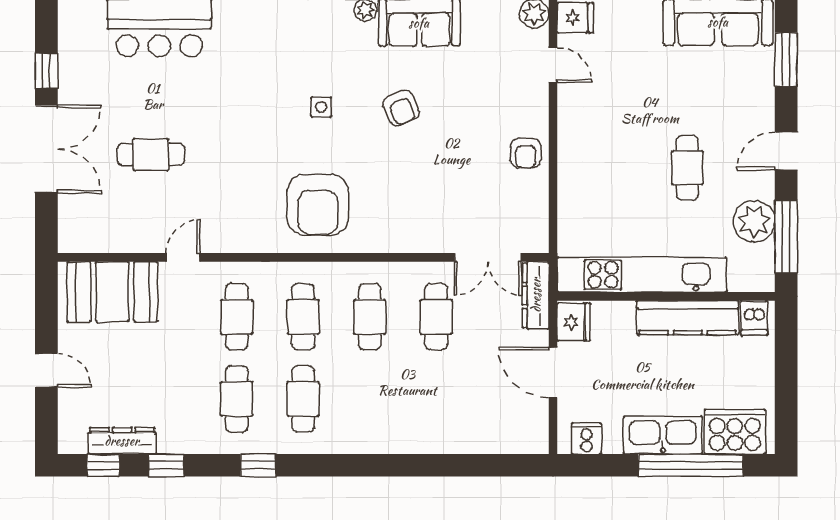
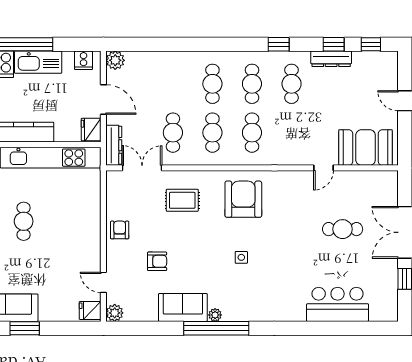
armchair: (401, 108) -> (157, 261), moved, turned 112
rug: (420, 203) -> (182, 200), added
cafe table: (237, 317) -> (212, 84), moved
plant: (533, 438) -> (115, 60), added
dresser: (122, 441) -> (331, 59), moved

